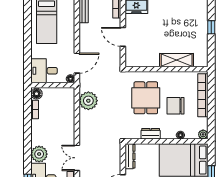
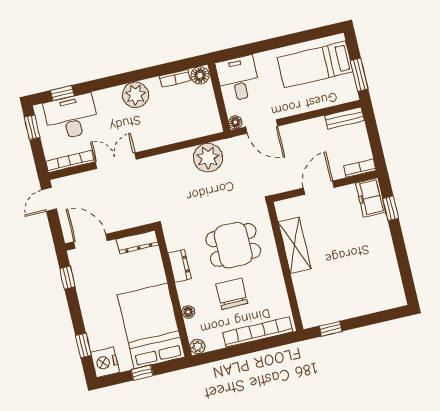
window: (211, 27) -> (331, 329), moved
shelving: (177, 60) -> (295, 245), moved
plant: (39, 154) -> (135, 95), moved

